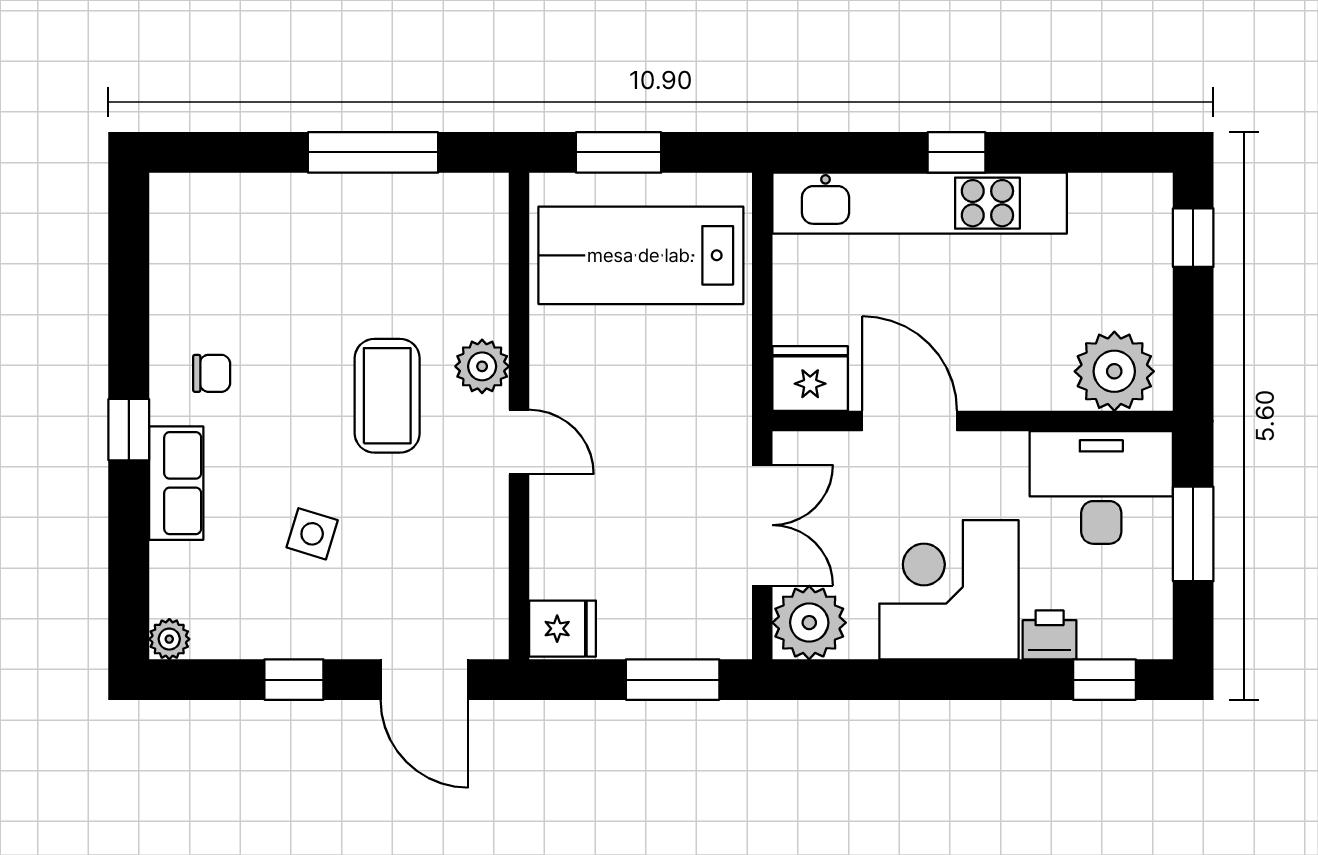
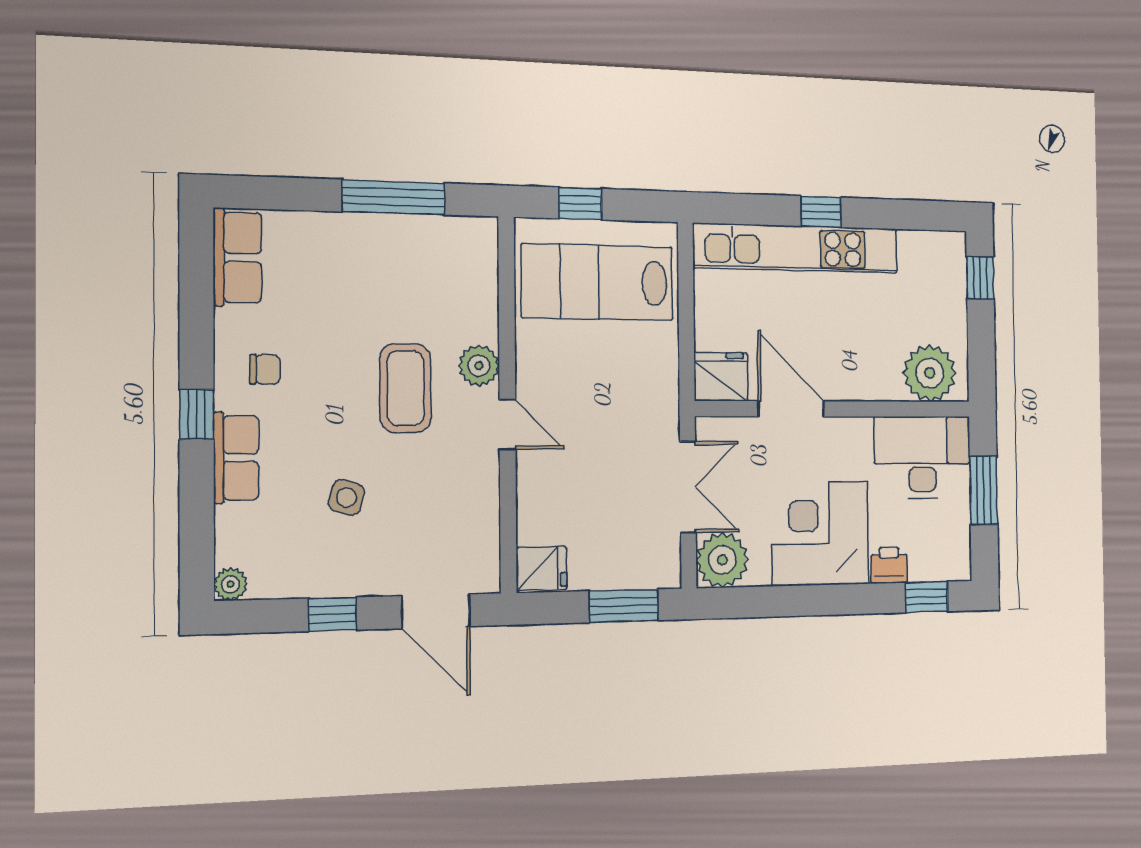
window: (619, 152) -> (580, 204), width x0.67
row of seats: (178, 234) -> (237, 257), added

